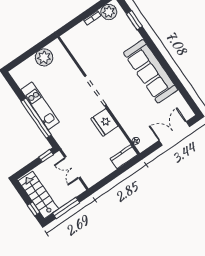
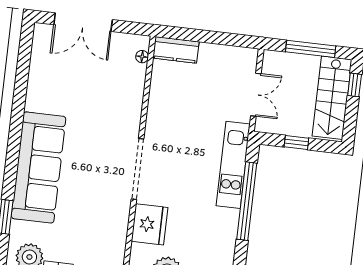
sofa: (151, 71) -> (39, 167), moved
kitchen unit: (40, 106) -> (233, 165), moved
fridge: (104, 122) -> (150, 224), moved
window: (46, 156) -> (296, 143), moved

